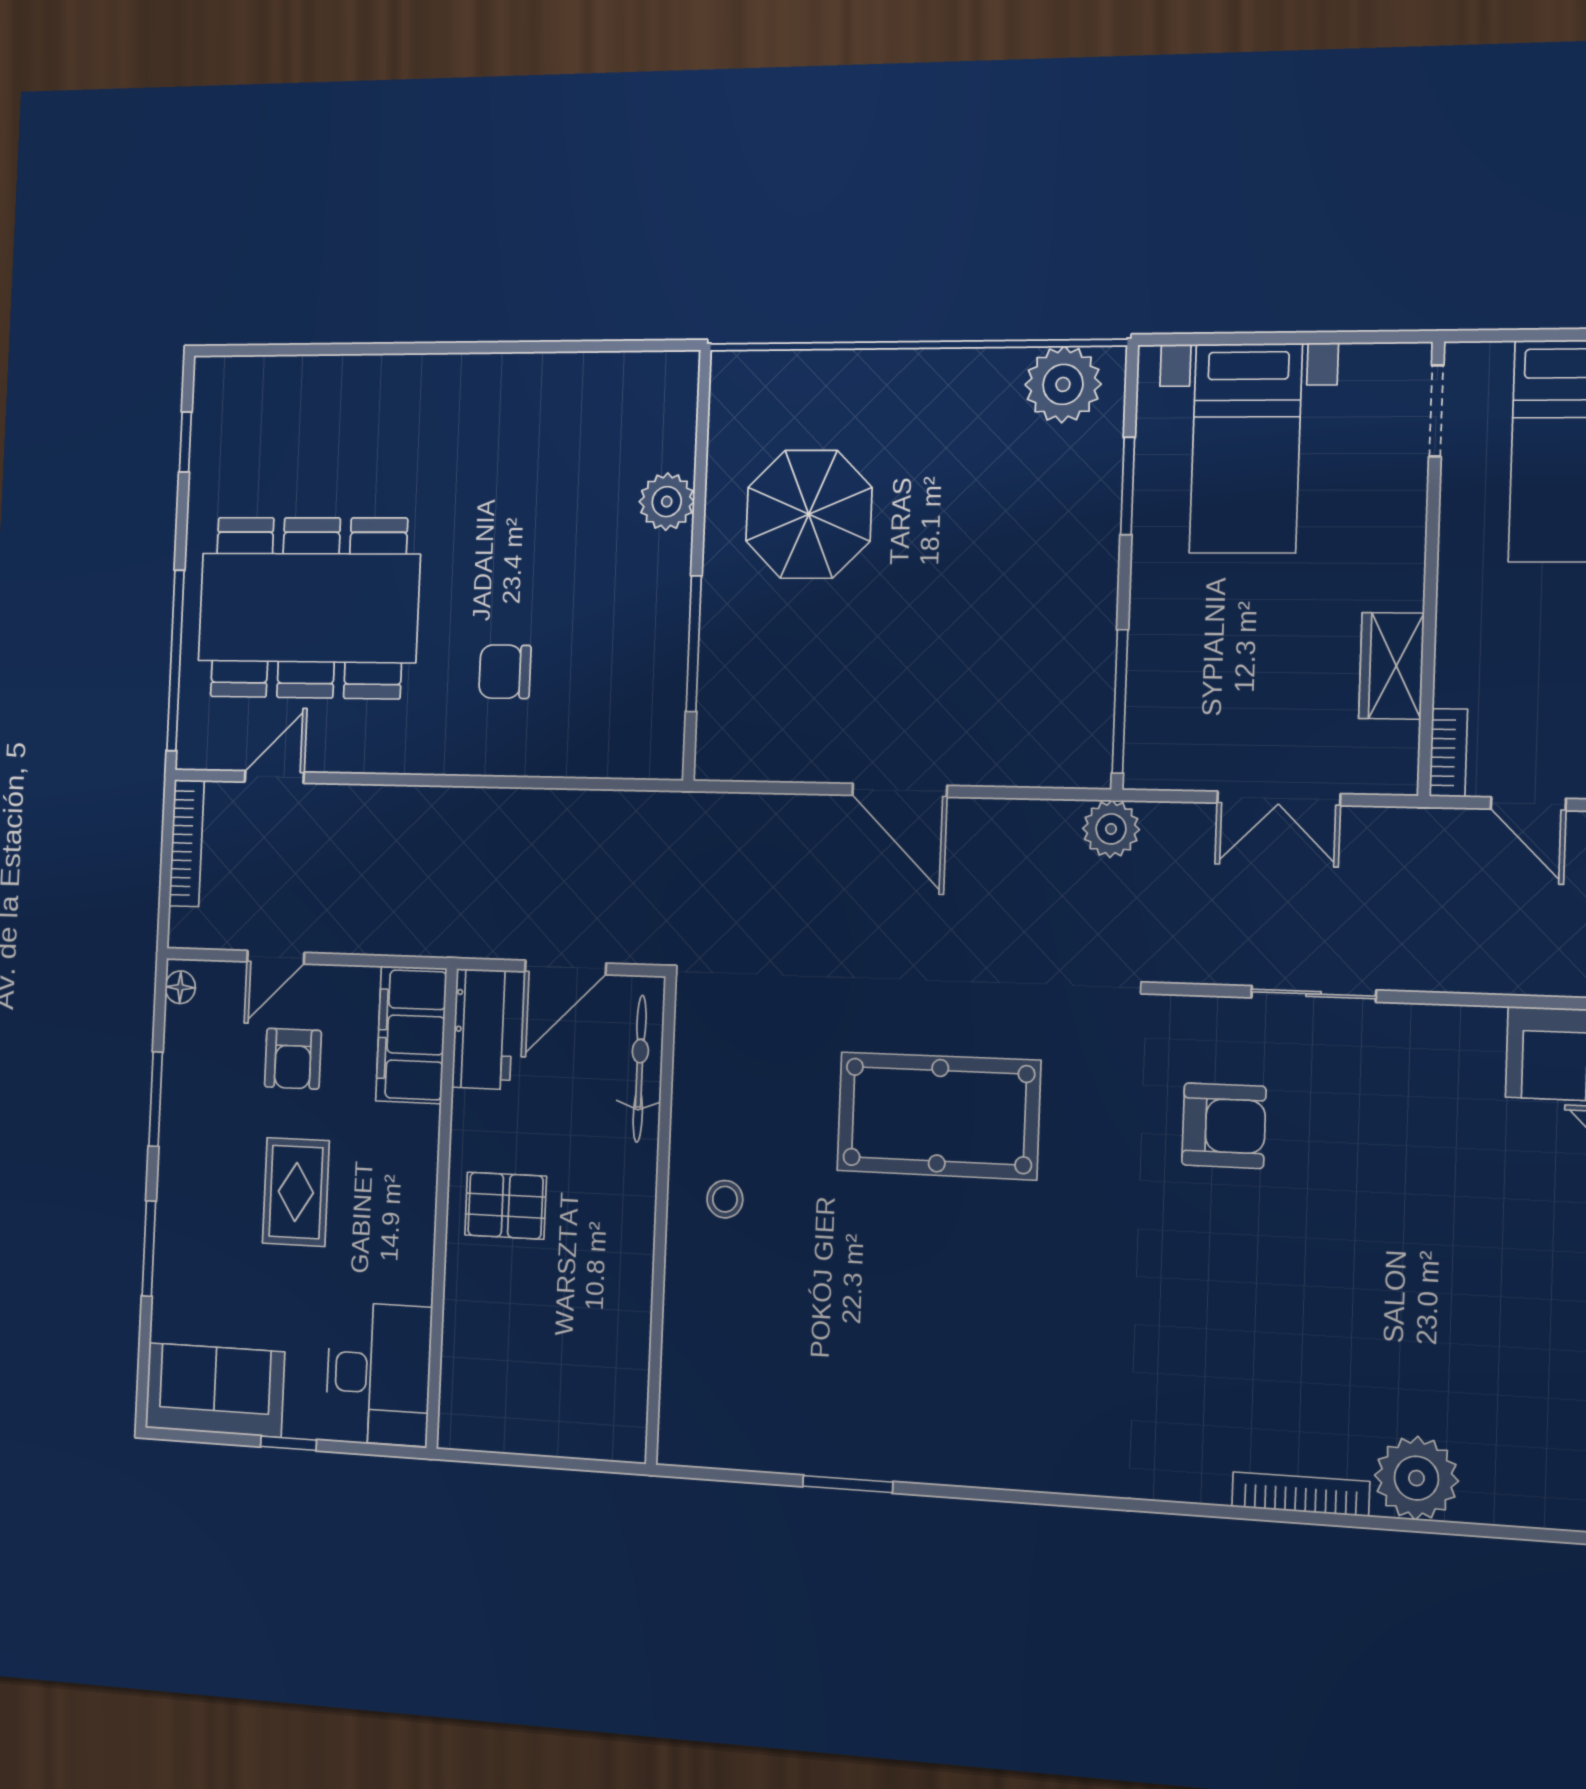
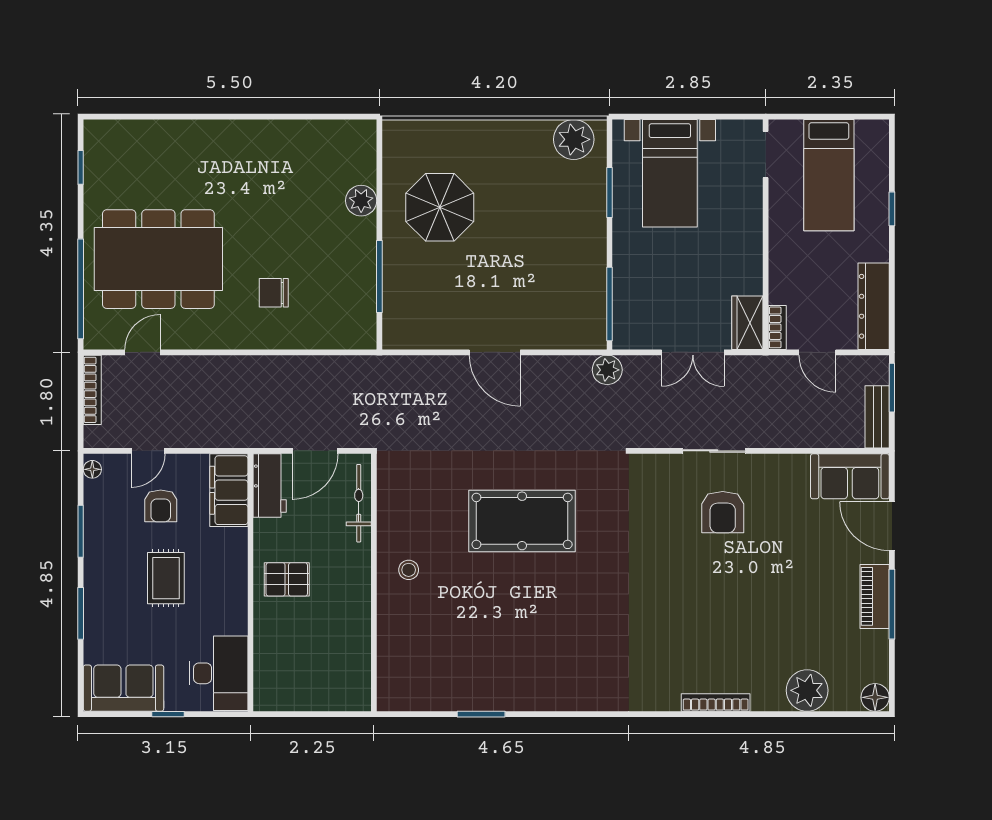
wardrobe: (1391, 666) -> (747, 323), moved
armchair: (1224, 1126) -> (723, 512), moved, turned 90
plant: (1416, 1478) -> (807, 690), moved

